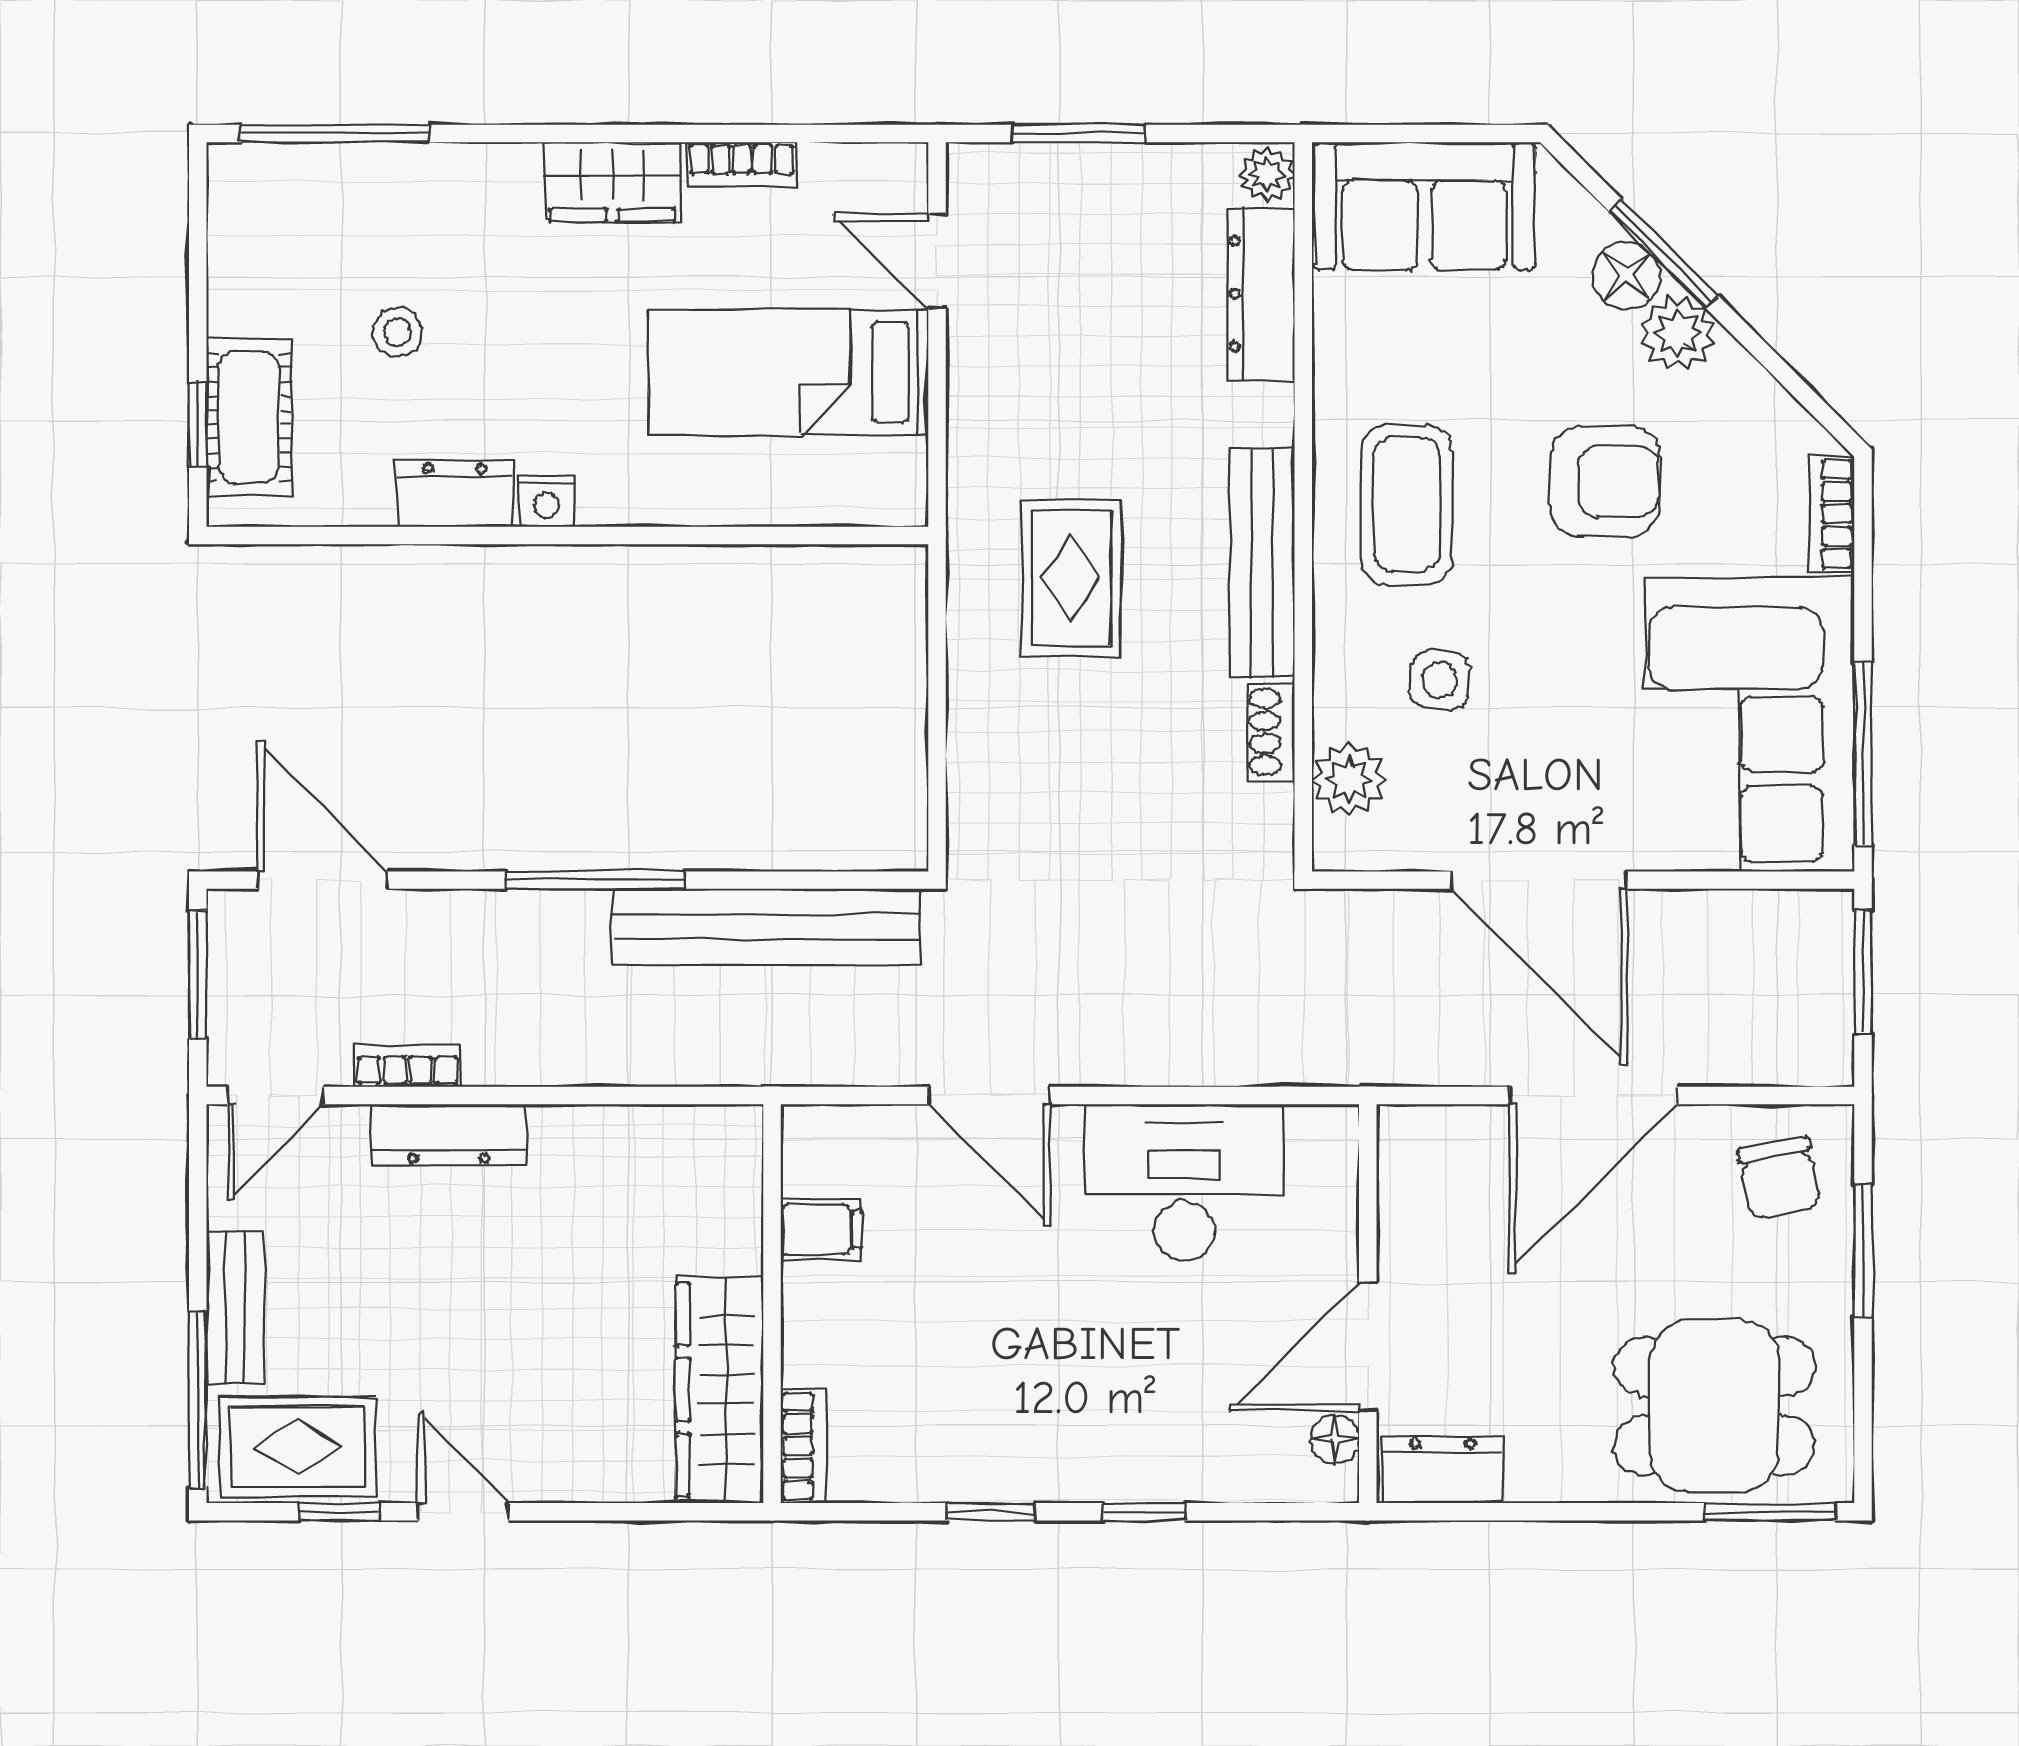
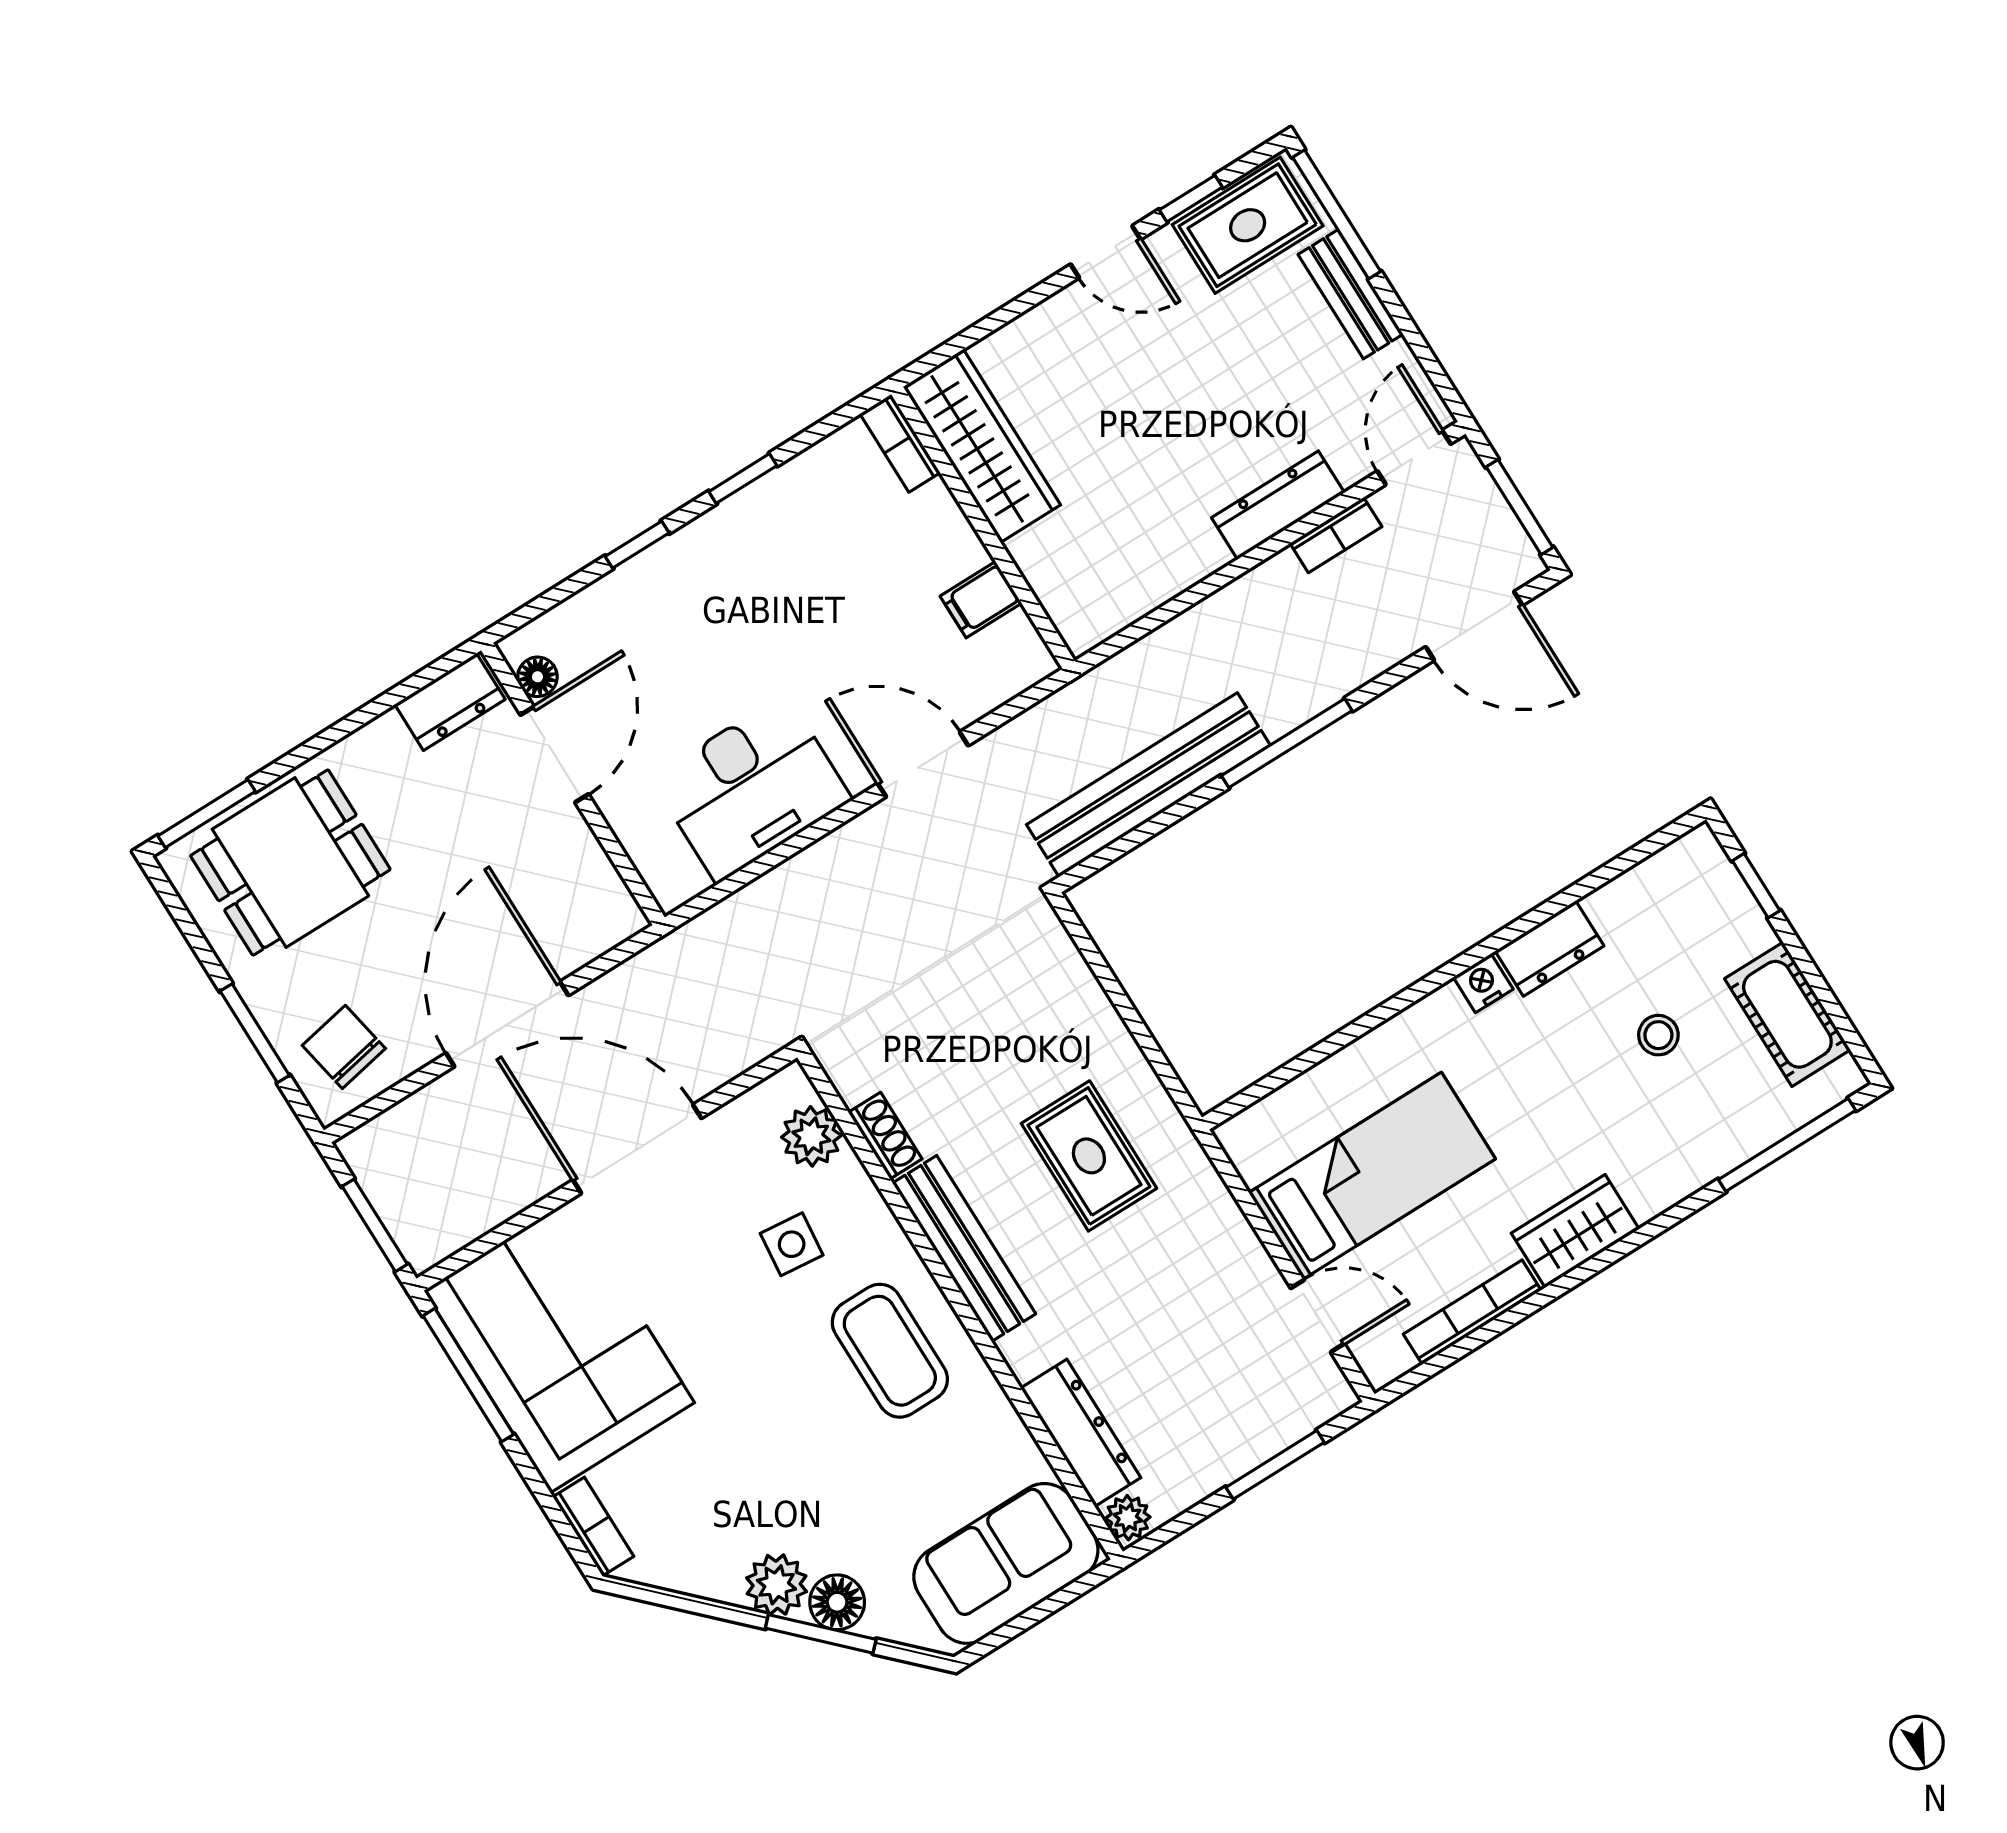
bookcase: (742, 164) -> (1472, 1312), width x1.56
cot: (249, 417) -> (1787, 1014), moved
armchair: (1605, 481) -> (763, 1452), removed

